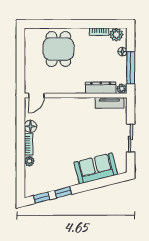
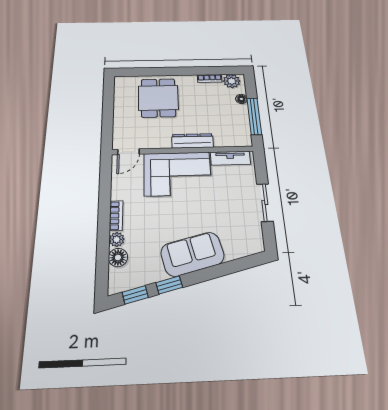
dresser: (101, 88) -> (192, 141), moved
plant: (122, 89) -> (245, 141), removed
corner sofa: (71, 114) -> (177, 174), added
floor lamp: (30, 126) -> (118, 257), moved
sofa: (96, 168) -> (192, 254), moved

